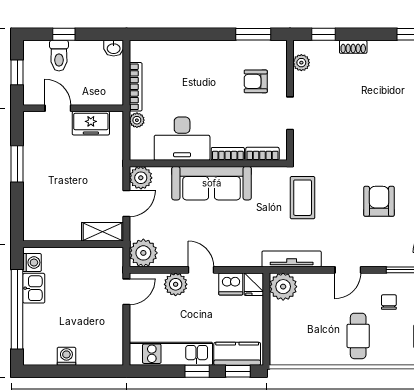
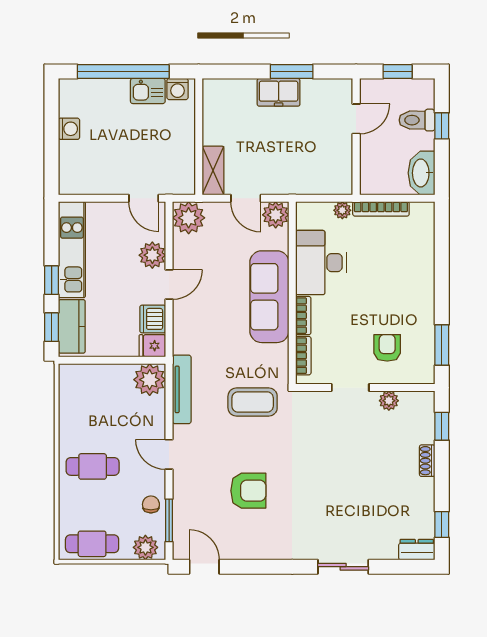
washbasin: (114, 48) -> (422, 173), width x1.91, depth x1.45
plant: (301, 63) -> (389, 401), moved
freezer: (91, 123) -> (279, 92), moved, turned -90
chair: (389, 302) -> (151, 504), moved, turned -90

